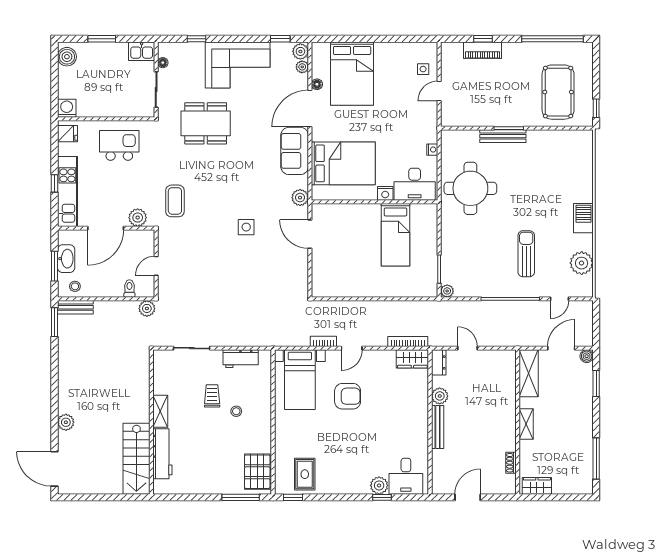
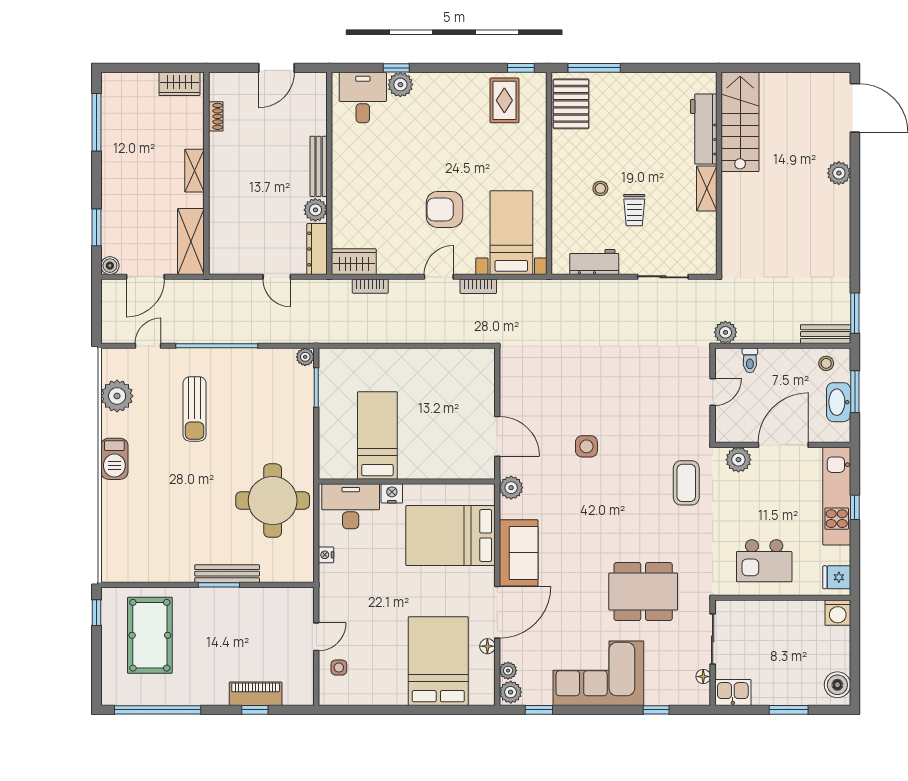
bookcase: (408, 341) -> (370, 286), width x0.64
dresser: (439, 362) -> (317, 249), width x1.44

